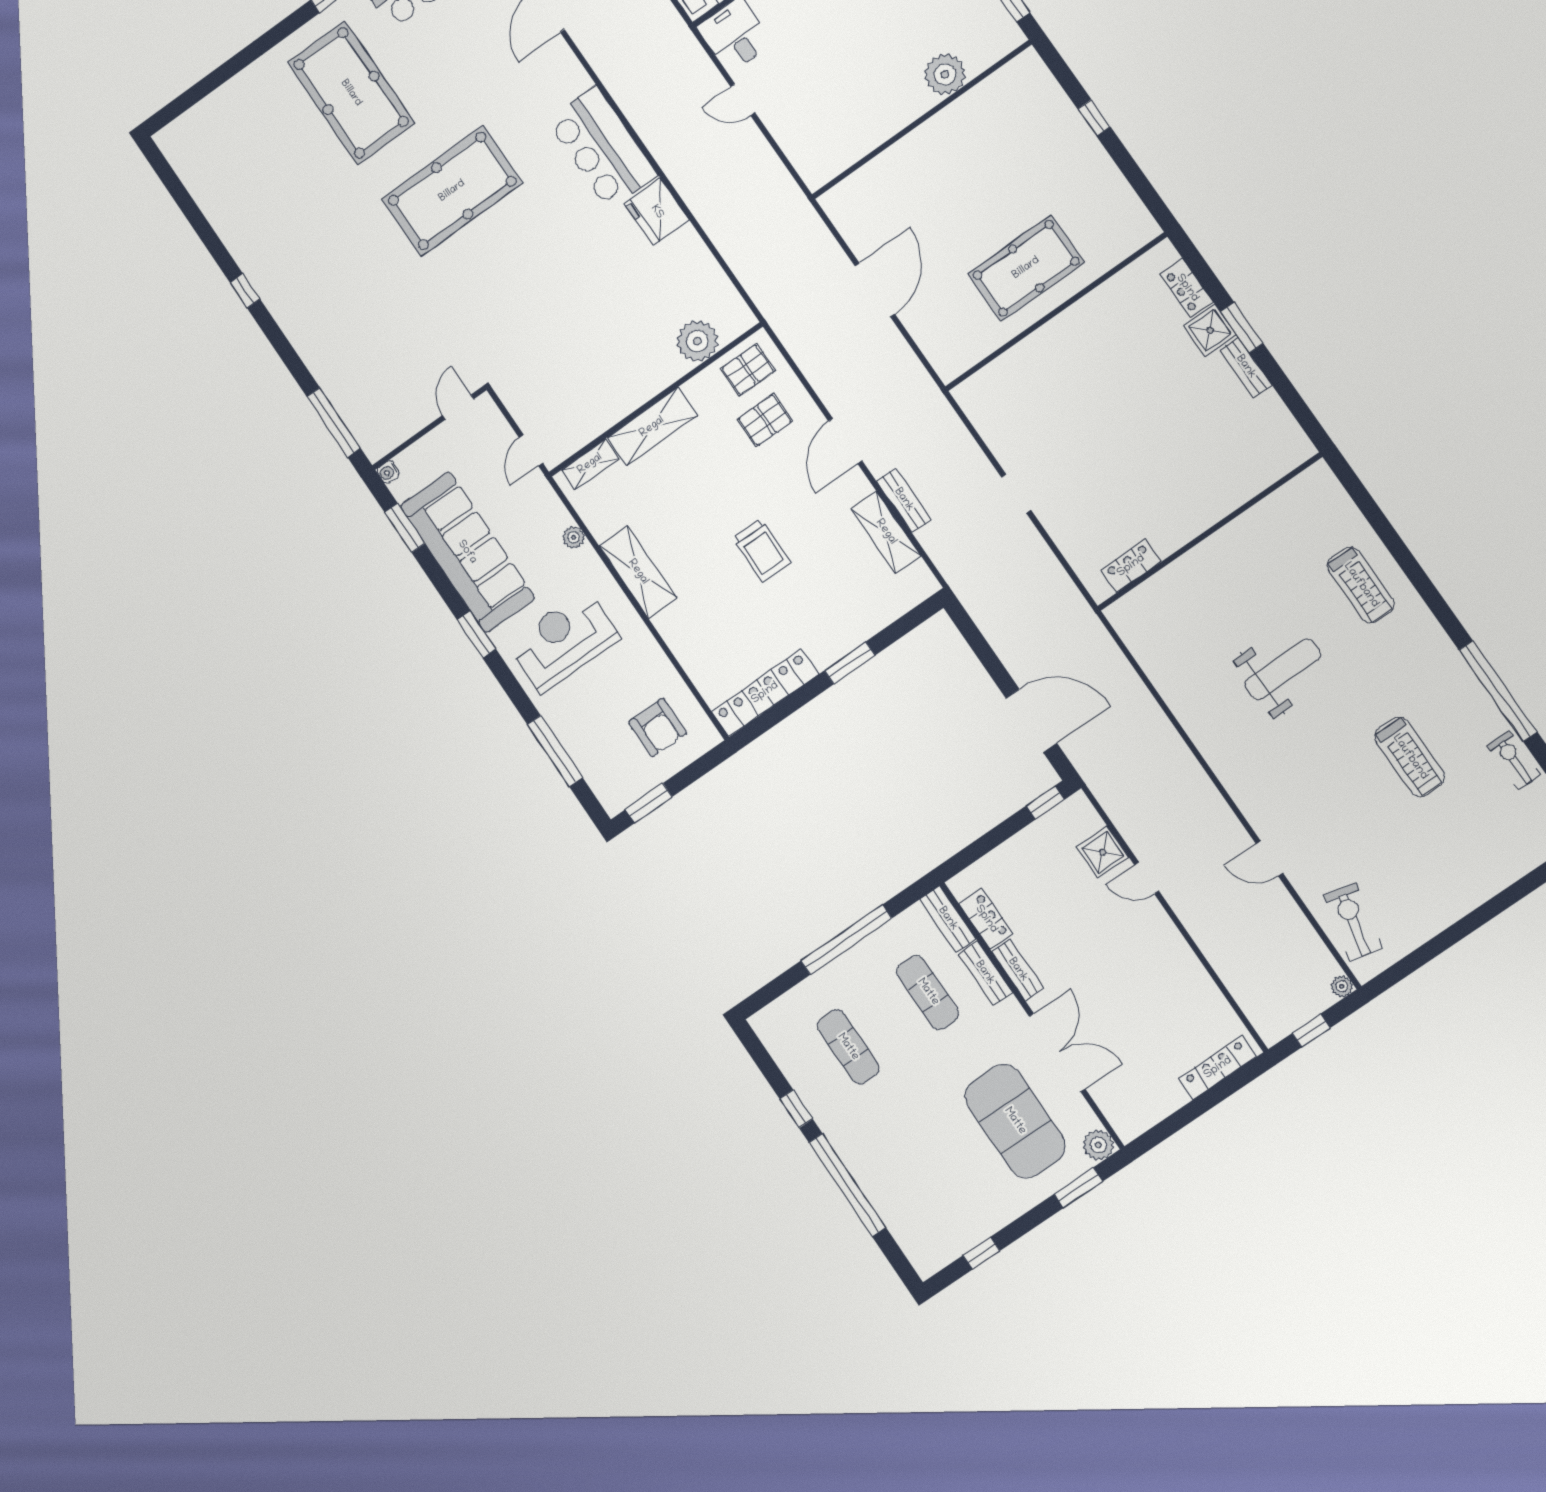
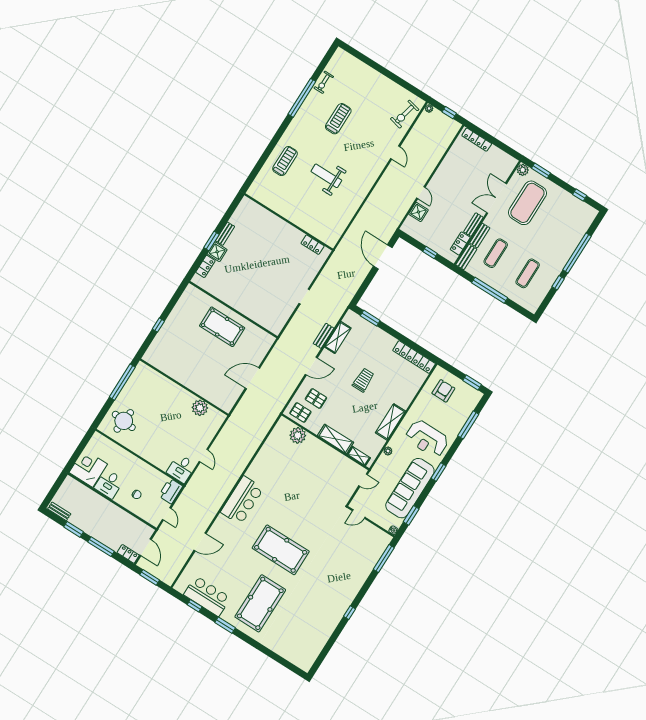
plant: (945, 74) -> (200, 408), moved
fridge: (657, 212) -> (257, 470), removed
window: (850, 663) -> (370, 318), moved
window: (1045, 803) -> (430, 252), moved

